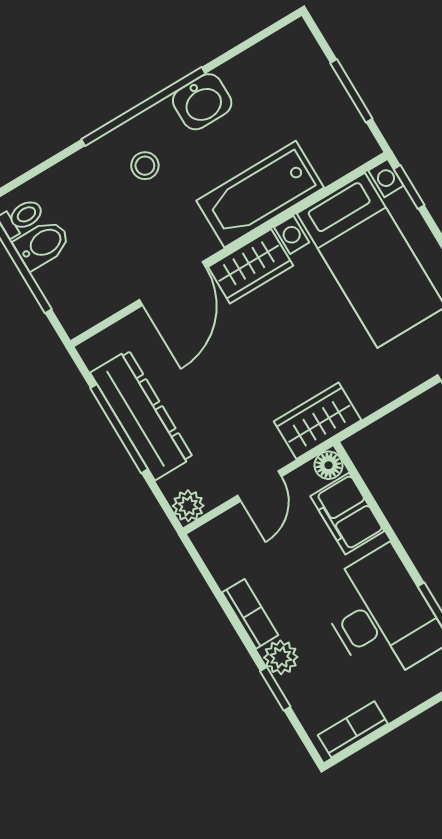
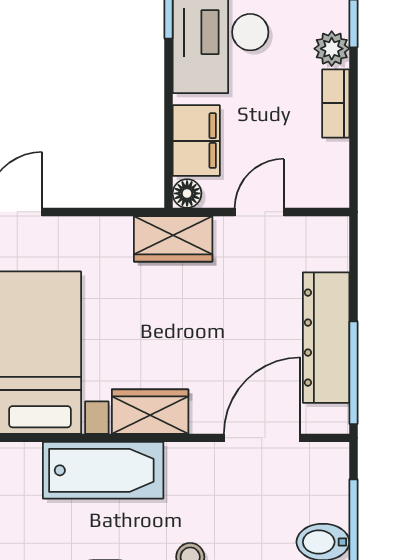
door: (172, 283) -> (262, 438), moved
window: (119, 429) -> (353, 373), moved
plant: (188, 506) -> (333, 232), removed

